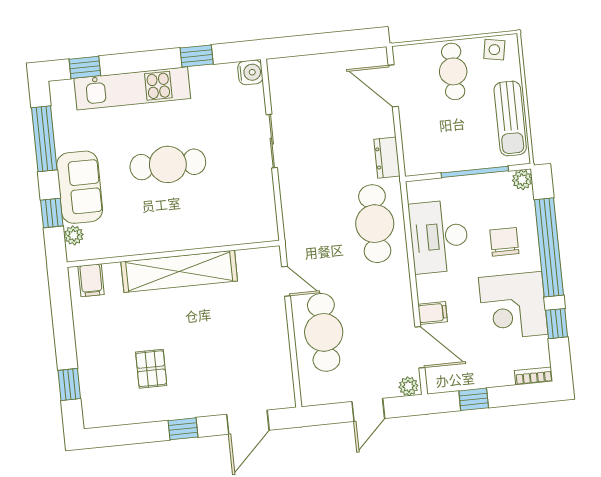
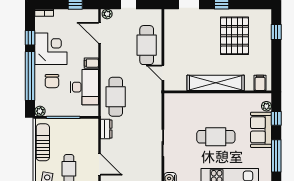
filing cabinet: (433, 313) -> (91, 63), moved
pallet: (151, 369) -> (234, 36), width x2.05, depth x2.00

